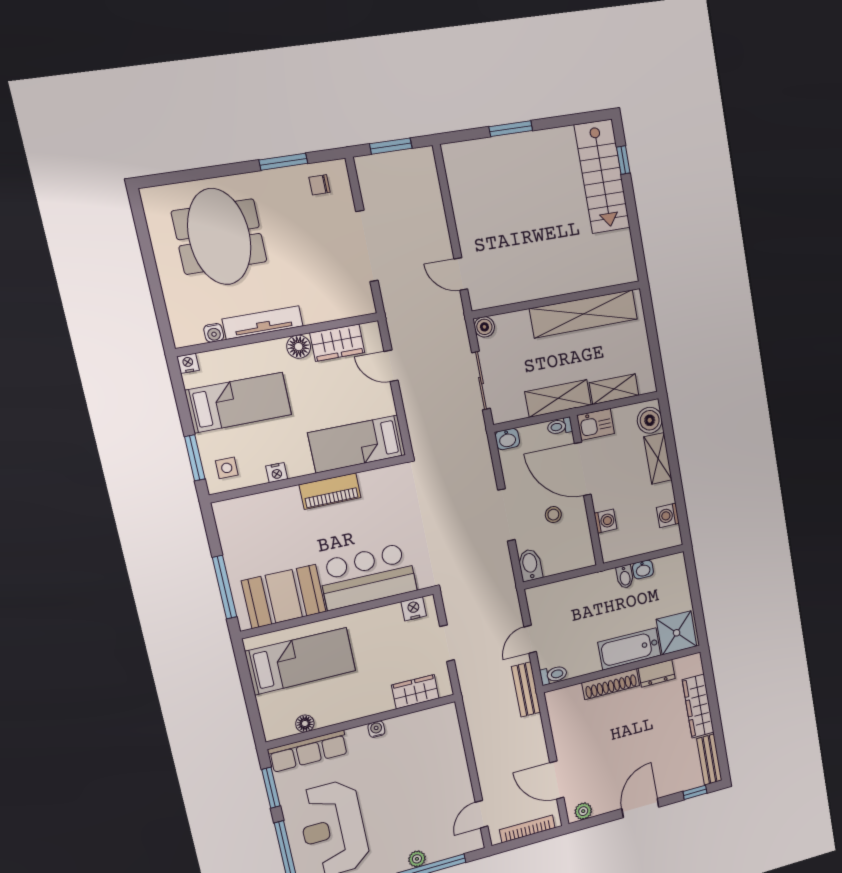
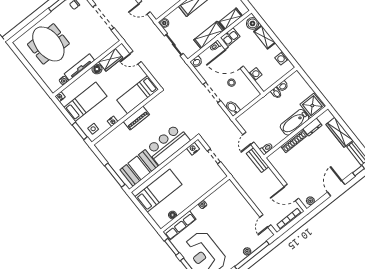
wardrobe: (415, 692) -> (211, 182), removed

